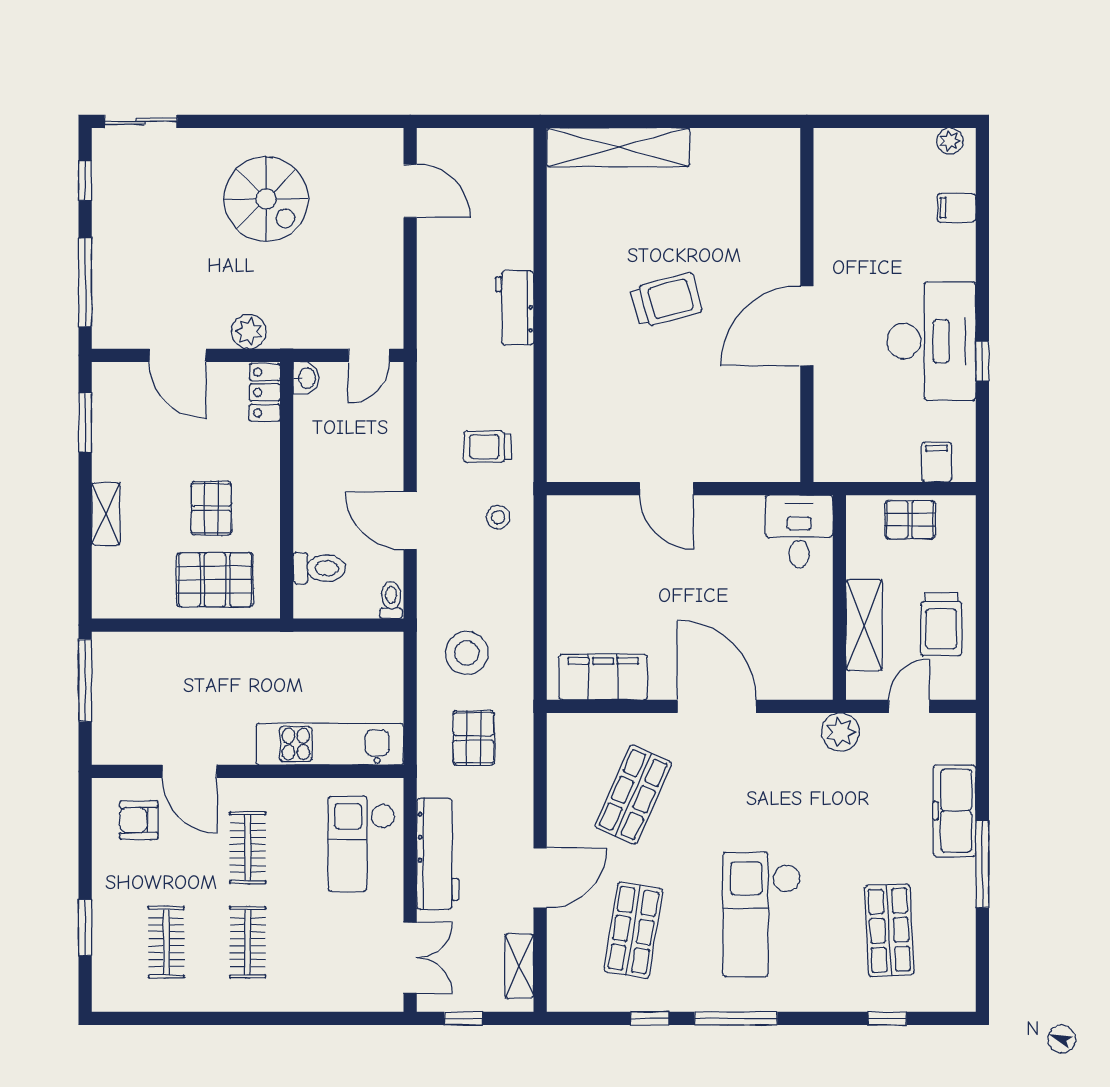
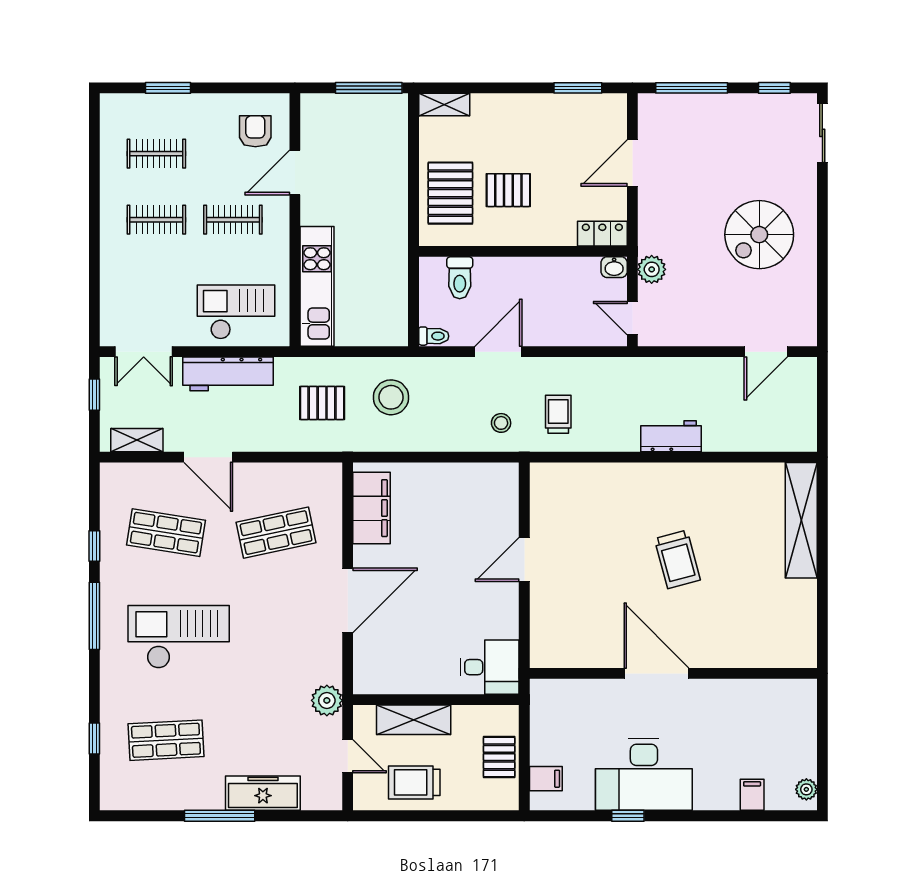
plant: (249, 332) -> (652, 269), moved
shelving: (106, 514) -> (444, 105), moved
shop shelf: (633, 795) -> (276, 533), turned -36

